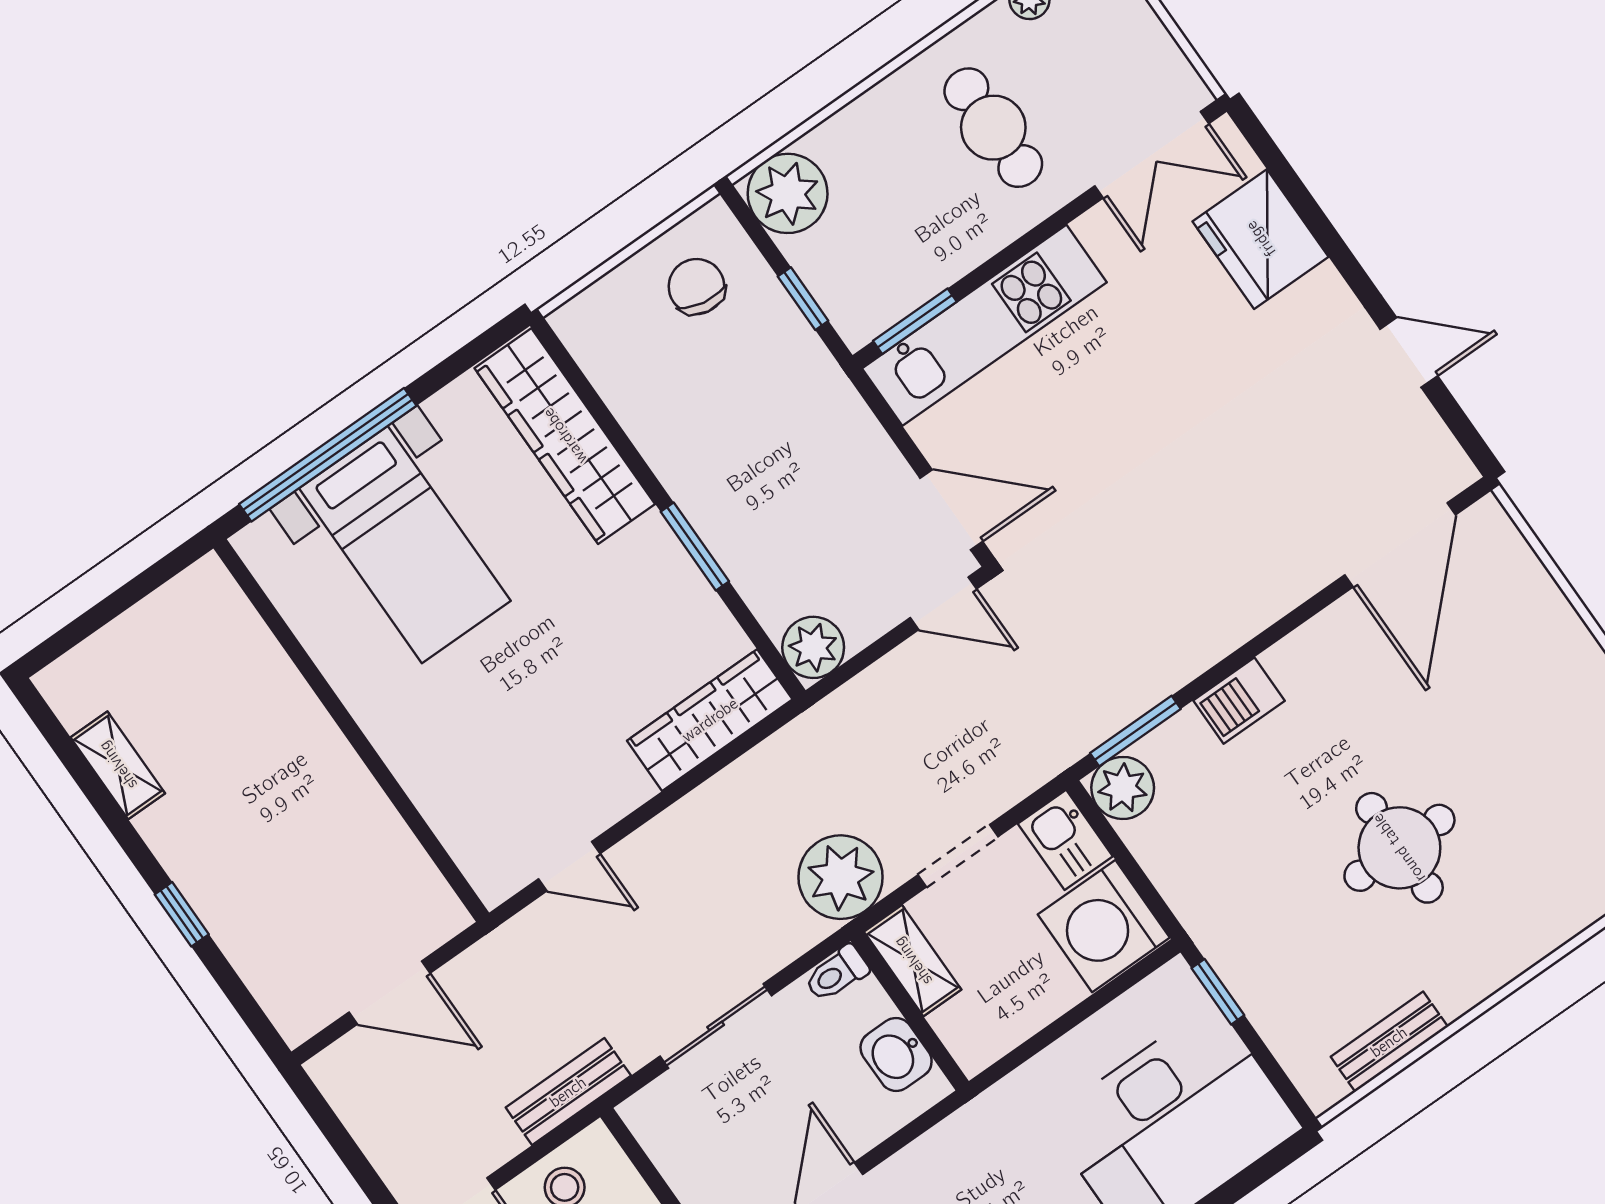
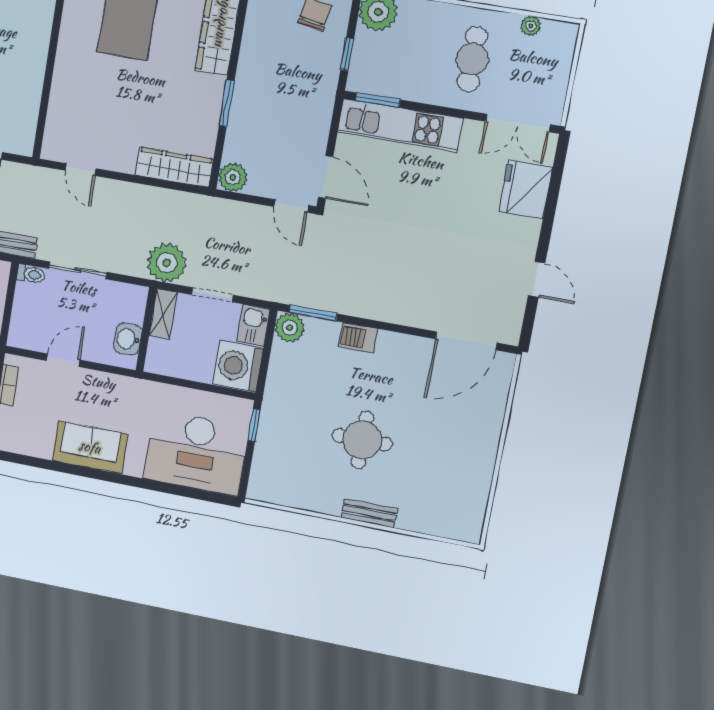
toilet: (837, 974) -> (31, 274), moved, turned 180
bench: (1389, 1042) -> (369, 513), moved

